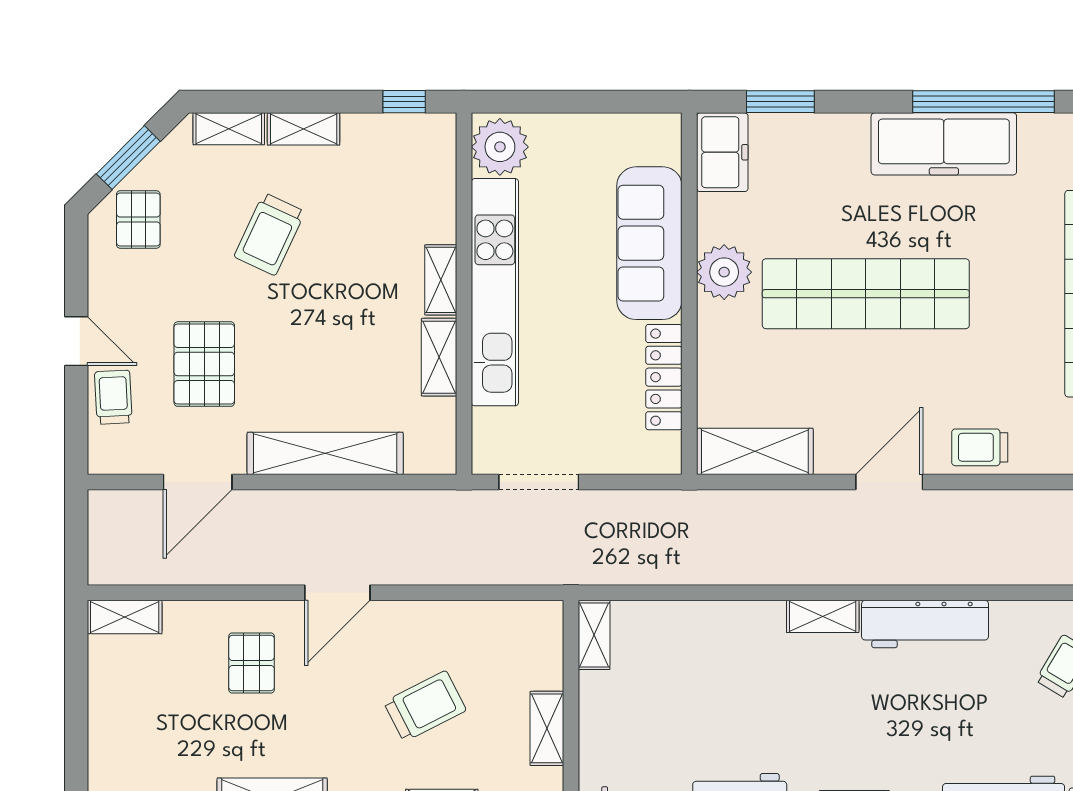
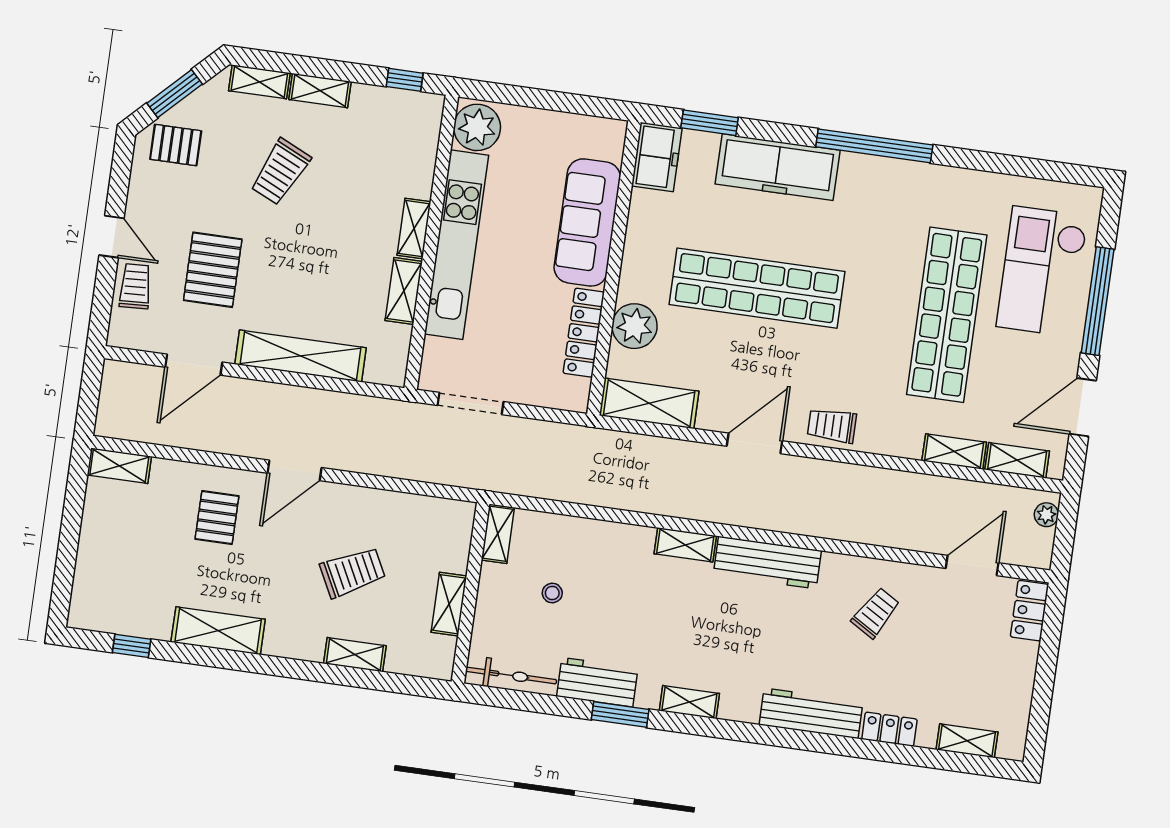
freezer: (944, 144) -> (778, 167), moved
pallet: (138, 219) -> (176, 145), turned 90
plant: (724, 272) -> (635, 326), moved
stool: (670, 697) -> (552, 593), added

